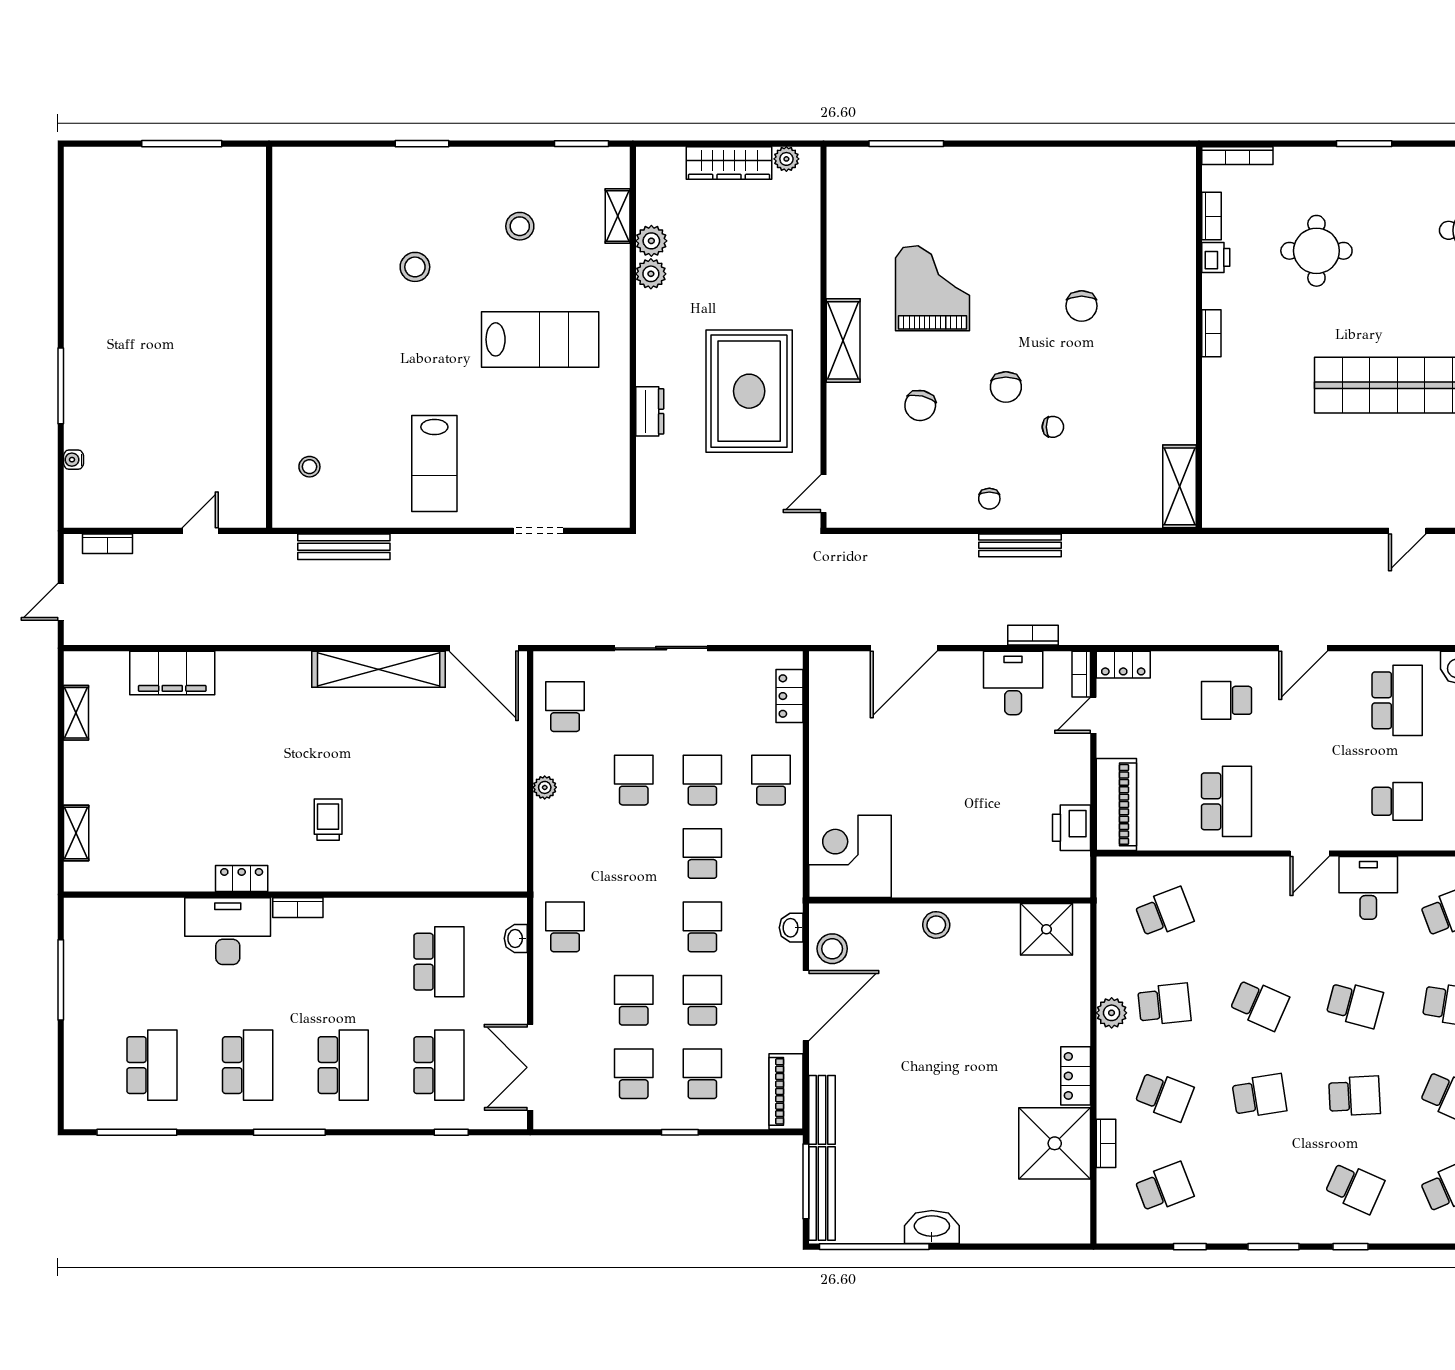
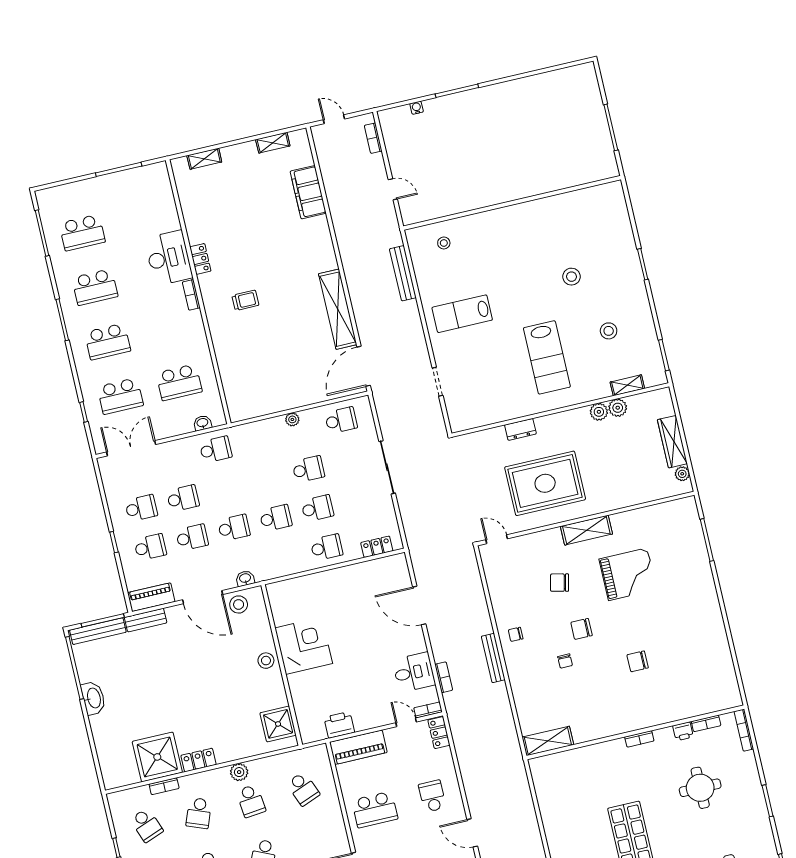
corner desk: (850, 856) -> (304, 646), moved

